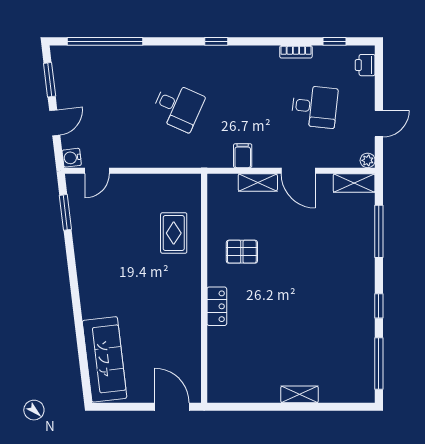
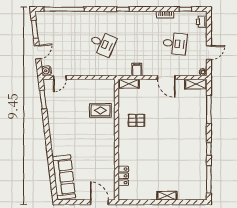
shelving: (258, 182) -> (129, 84), moved
rug: (174, 233) -> (100, 110), turned 90
locker: (217, 306) -> (123, 176), moved

